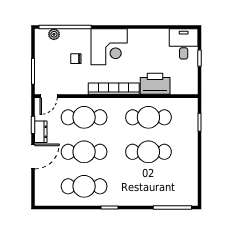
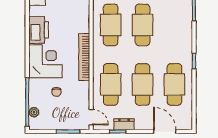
printer: (155, 84) -> (39, 30), moved, turned 180
door: (33, 156) -> (165, 132), moved

